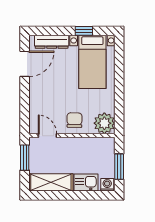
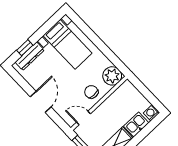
window: (84, 31) -> (25, 48), moved
door: (25, 64) -> (41, 102), moved
window: (119, 167) -> (148, 94), removed

